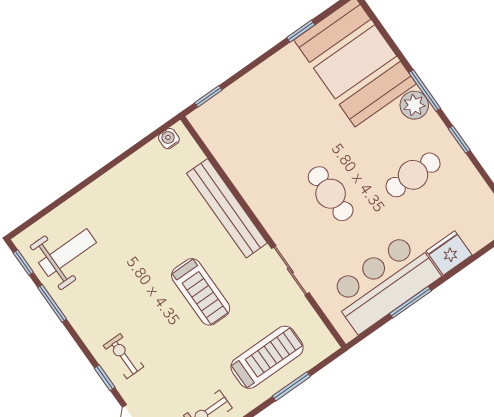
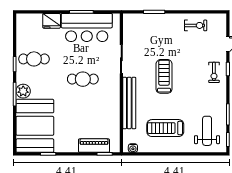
piano: (235, 98) -> (94, 146), added
cafe table: (413, 175) -> (34, 59), moved
cafe table: (331, 194) -> (83, 79), turned 90
weight bench: (67, 253) -> (207, 131), turned 90
treadmill: (267, 357) -> (165, 128), moved

